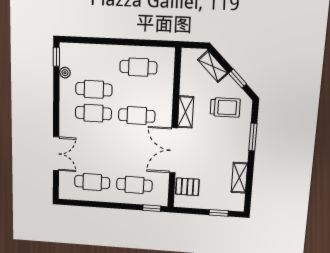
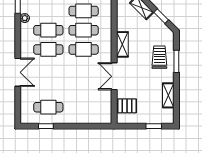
trolley: (225, 107) -> (159, 57), moved, turned -90
double door: (173, 151) -> (114, 76), width x0.73
double door: (56, 154) -> (18, 72), moved
cafe table: (134, 185) -> (84, 30), moved
window: (152, 208) -> (46, 126), moved

